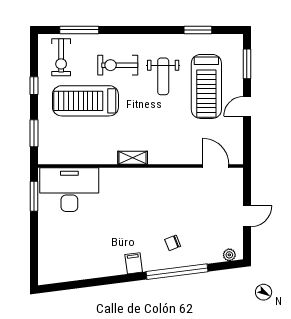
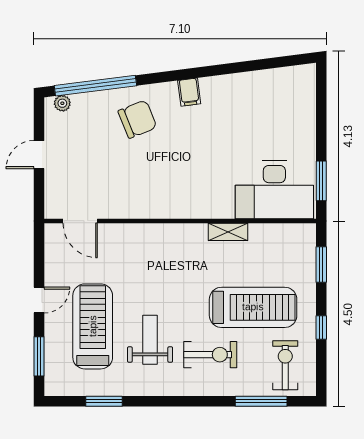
shelving: (133, 158) -> (228, 232), moved
chair: (173, 243) -> (137, 119), width x1.87, depth x1.87
window: (177, 272) -> (95, 86), moved

